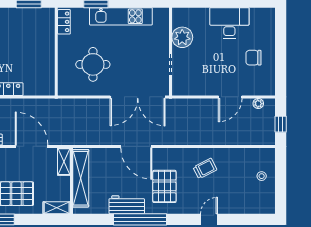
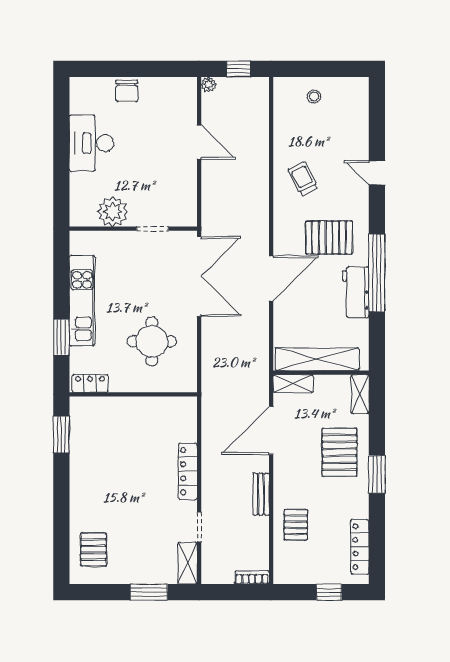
chair: (254, 58) -> (127, 91), moved
plant: (258, 104) -> (209, 84), moved

